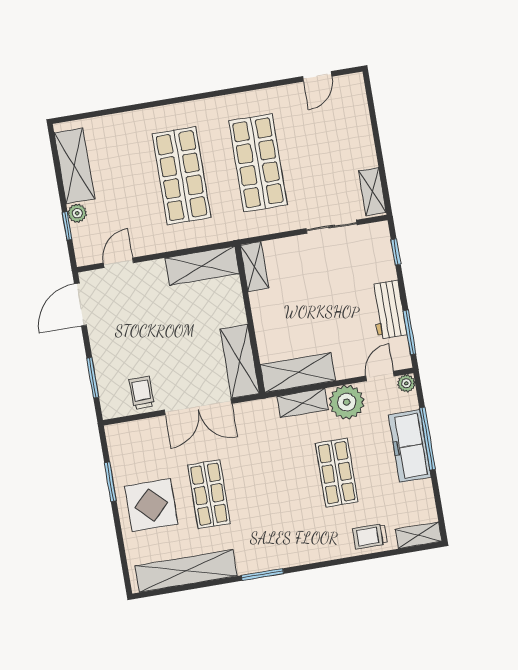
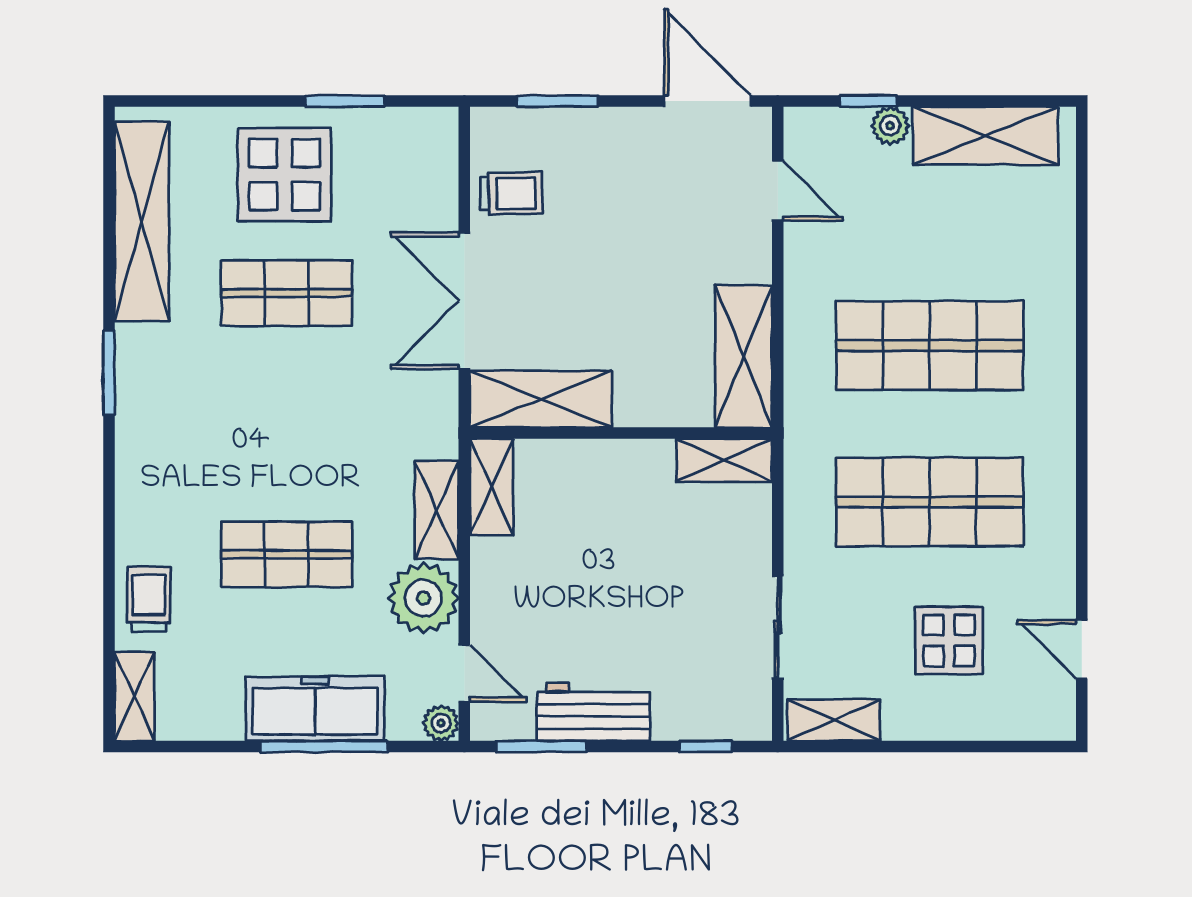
display table: (324, 142) -> (949, 641), added
shelving: (298, 373) -> (492, 487), width x0.67, depth x0.75

